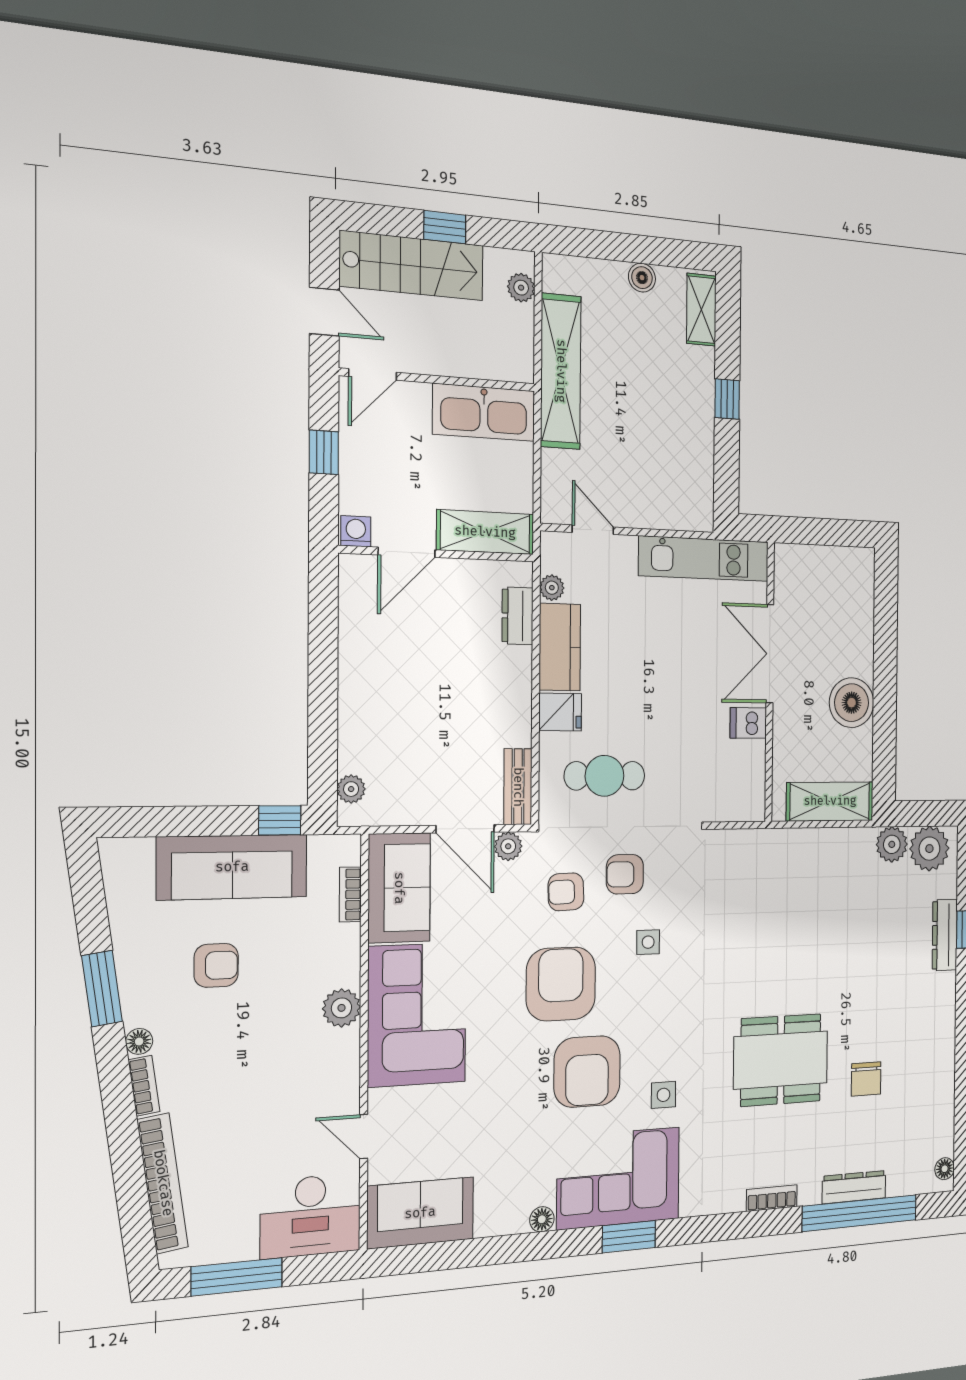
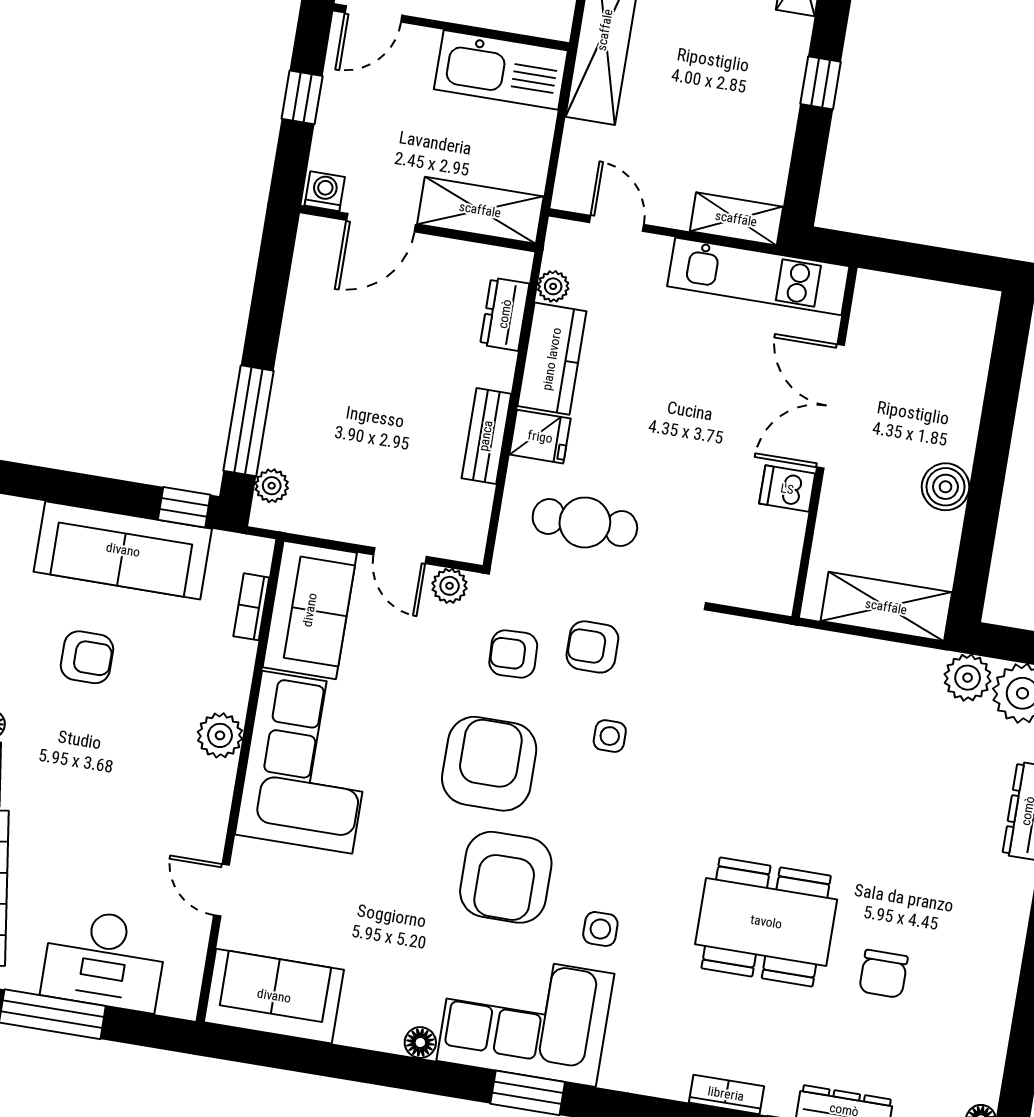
shelving: (682, 515) -> (736, 219), added
boiler: (852, 703) -> (946, 487), width x0.73, depth x0.73
window: (323, 737) -> (248, 421), added
bench: (518, 787) -> (486, 436), moved
door: (465, 829) -> (400, 556), width x0.73
desk: (310, 1216) -> (104, 960), moved

